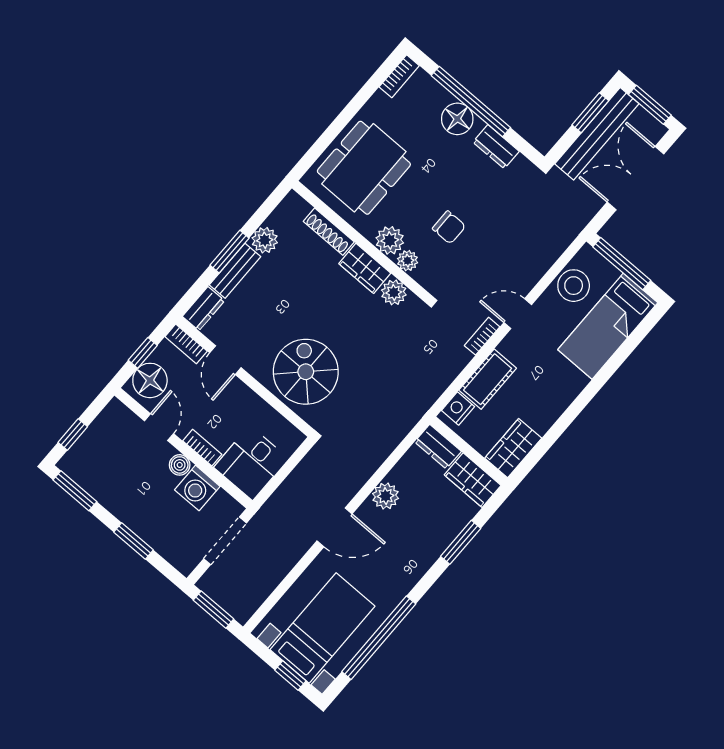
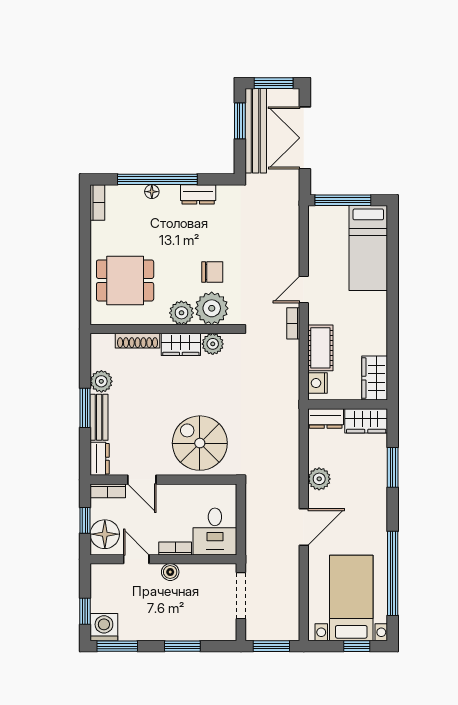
floor lamp: (457, 119) -> (152, 192), width x0.53, depth x0.53
dining table: (364, 168) -> (125, 280), width x0.73
plant: (408, 261) -> (212, 308), width x1.88, depth x1.88
stool: (574, 286) -> (324, 241), removed
washing machine: (197, 488) -> (104, 627), moved, turned 180

